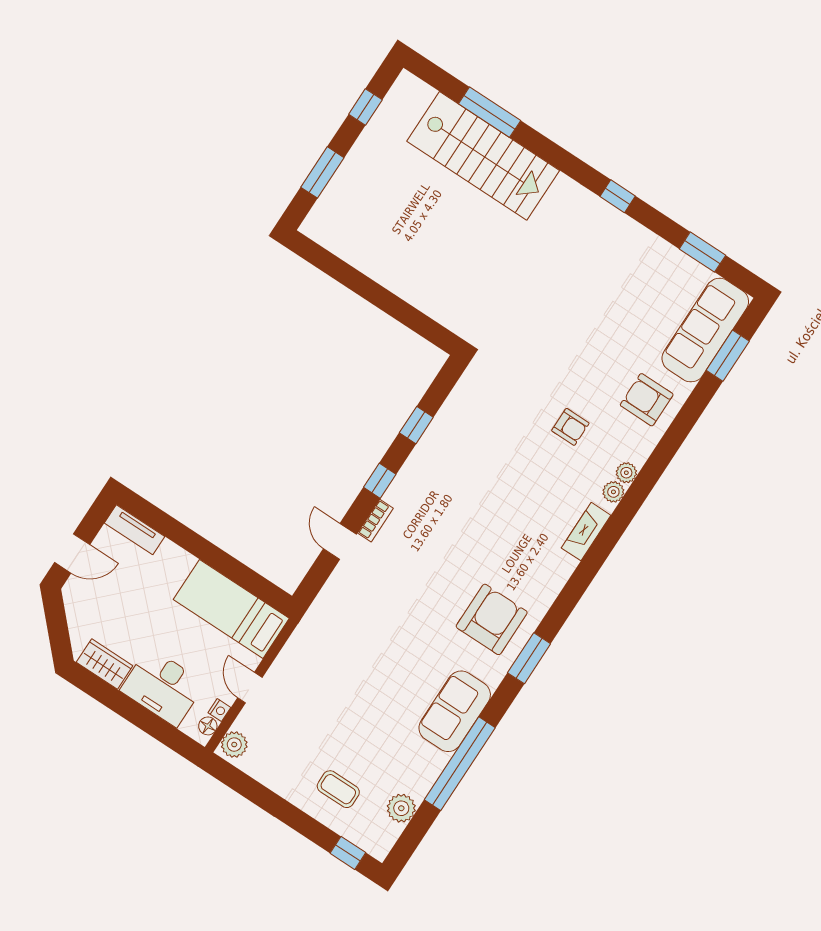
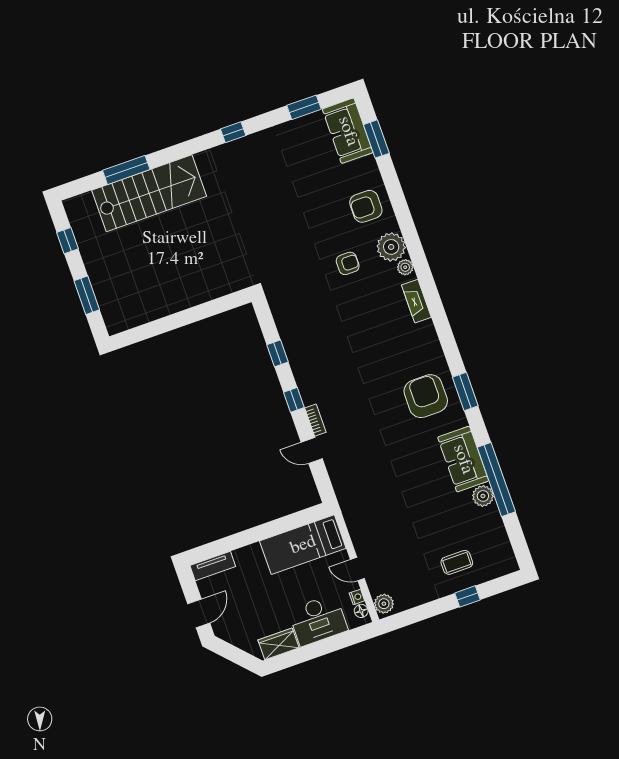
sofa: (705, 330) -> (348, 131), width x0.73
plant: (626, 473) -> (391, 247), width x1.87, depth x1.87
plant: (401, 808) -> (483, 496), moved
window: (348, 853) -> (467, 596), moved

